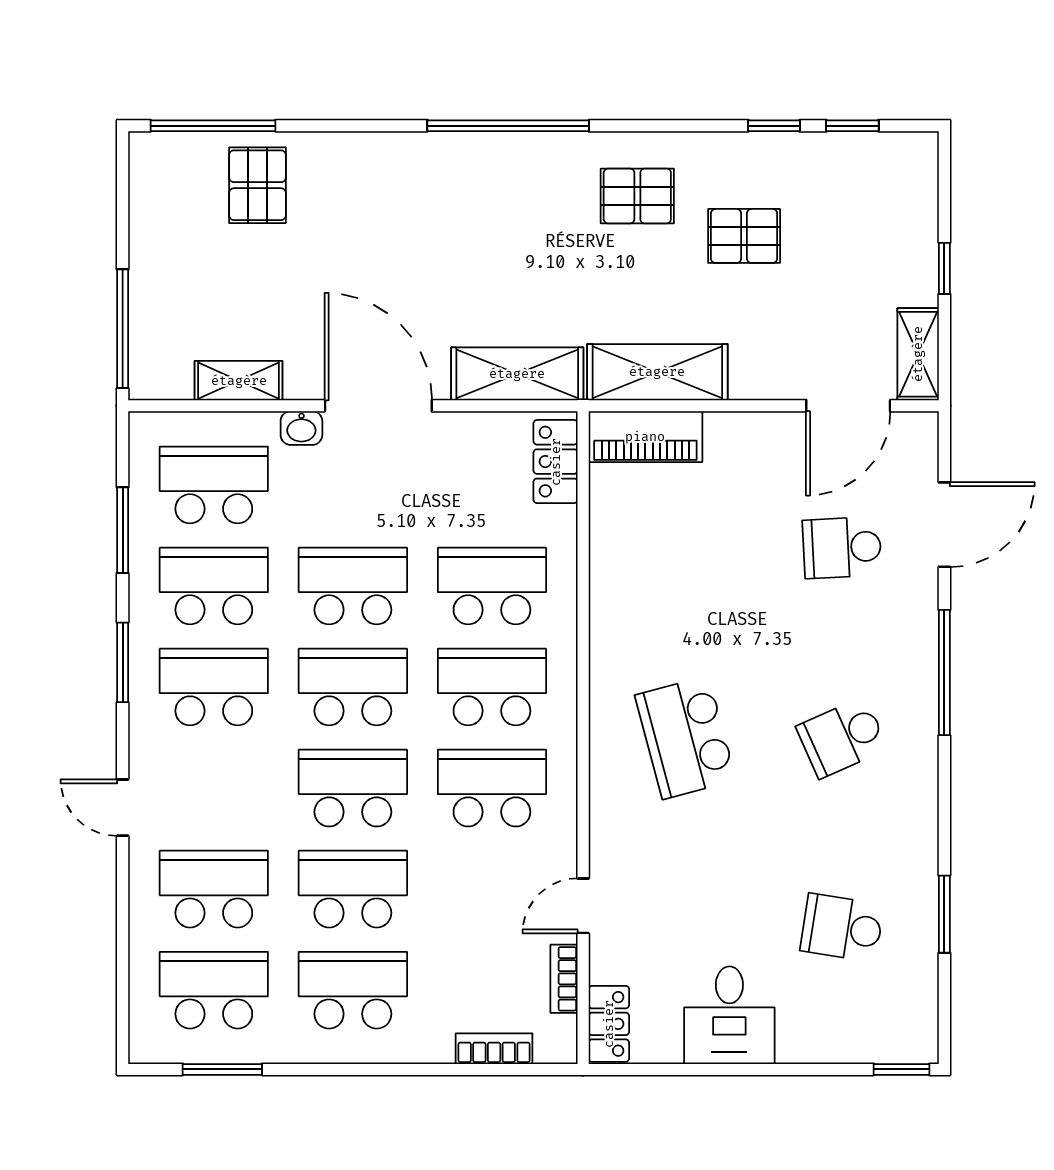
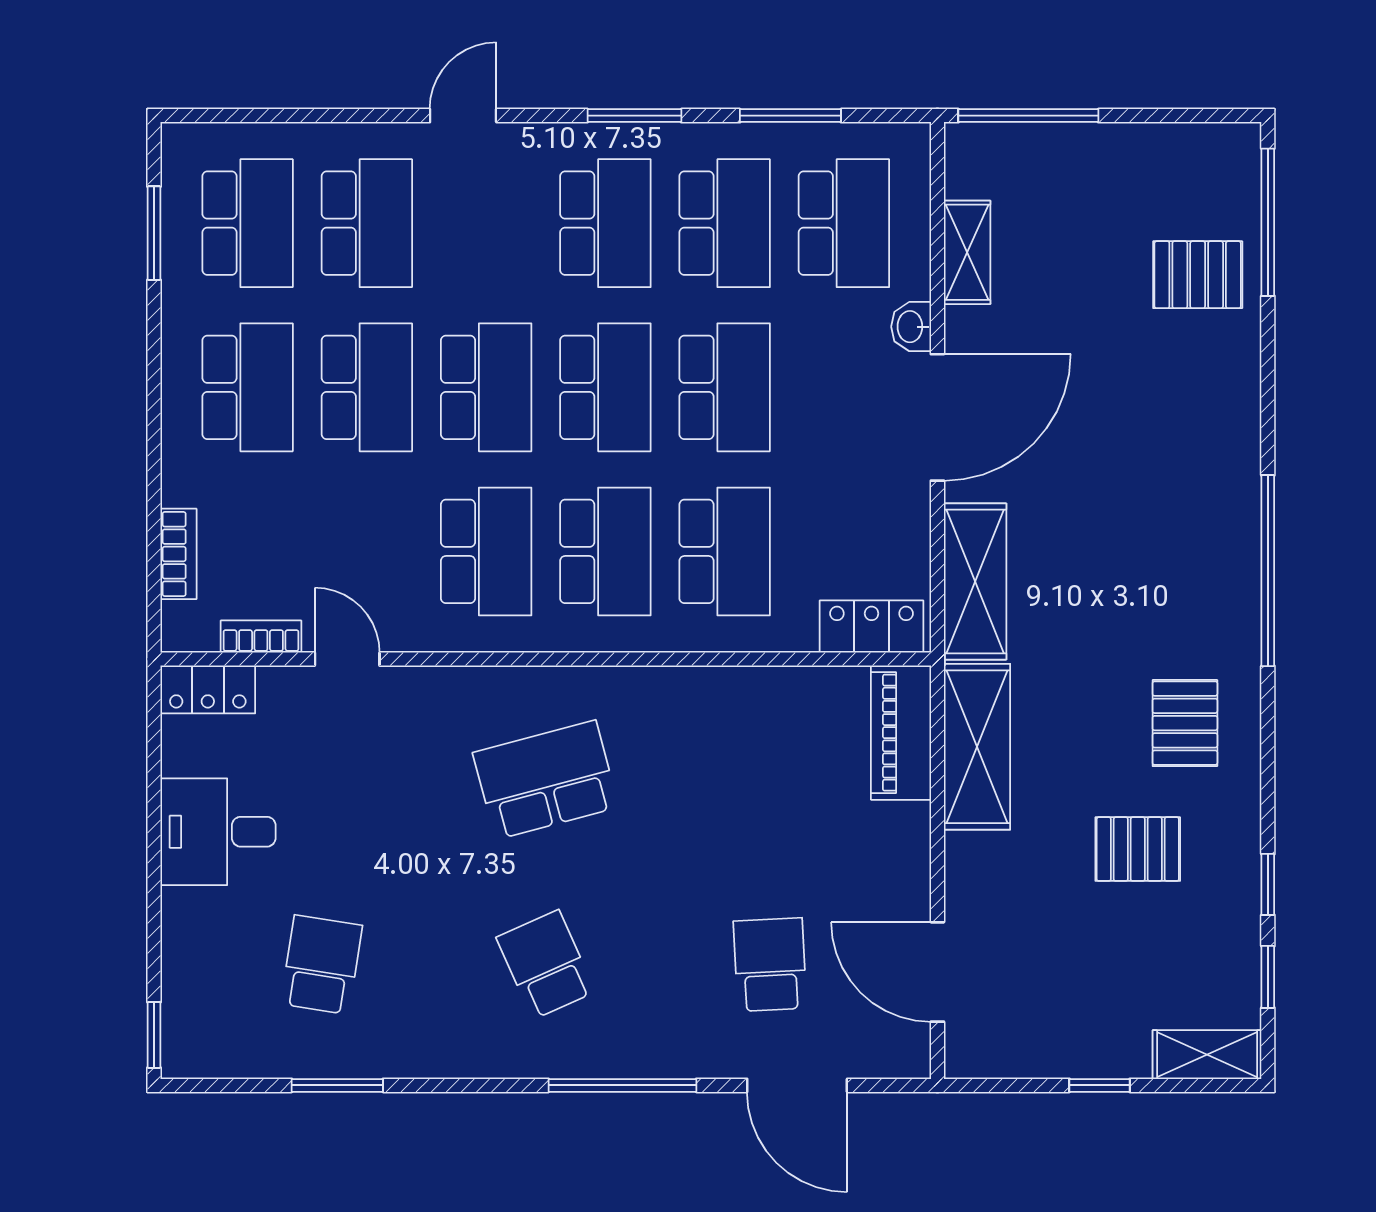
pallet: (744, 236) -> (1138, 849), turned 90
shelving: (918, 354) -> (1207, 1055), moved

